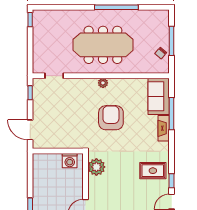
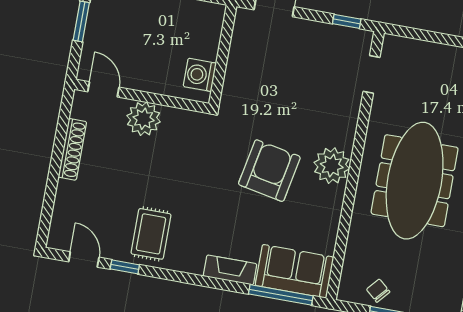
plant: (103, 83) -> (332, 166), width x1.88, depth x1.88
window: (172, 114) -> (281, 295), moved
armchair: (111, 118) -> (269, 171), turned -79
plant: (96, 167) -> (144, 119), moved

